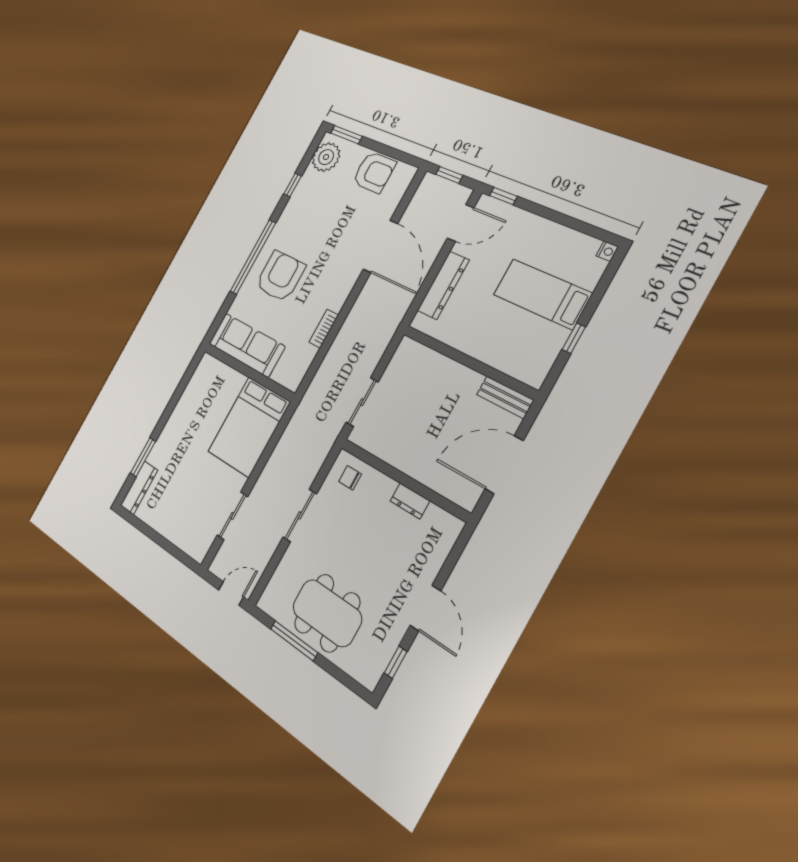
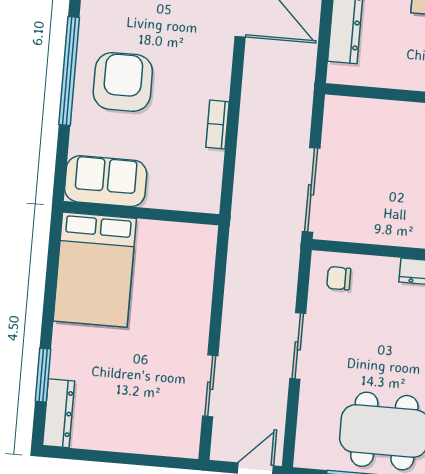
sofa: (247, 345) -> (106, 181), width x0.73
sliding door: (362, 402) -> (311, 190), width x1.37
bed: (249, 427) -> (95, 270), moved

